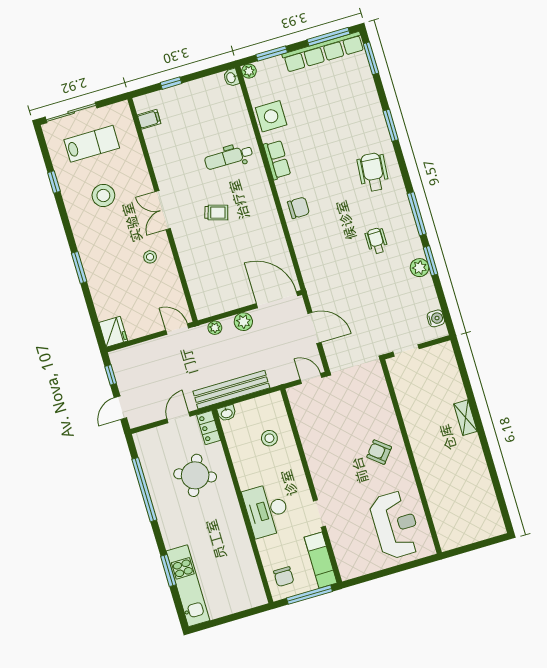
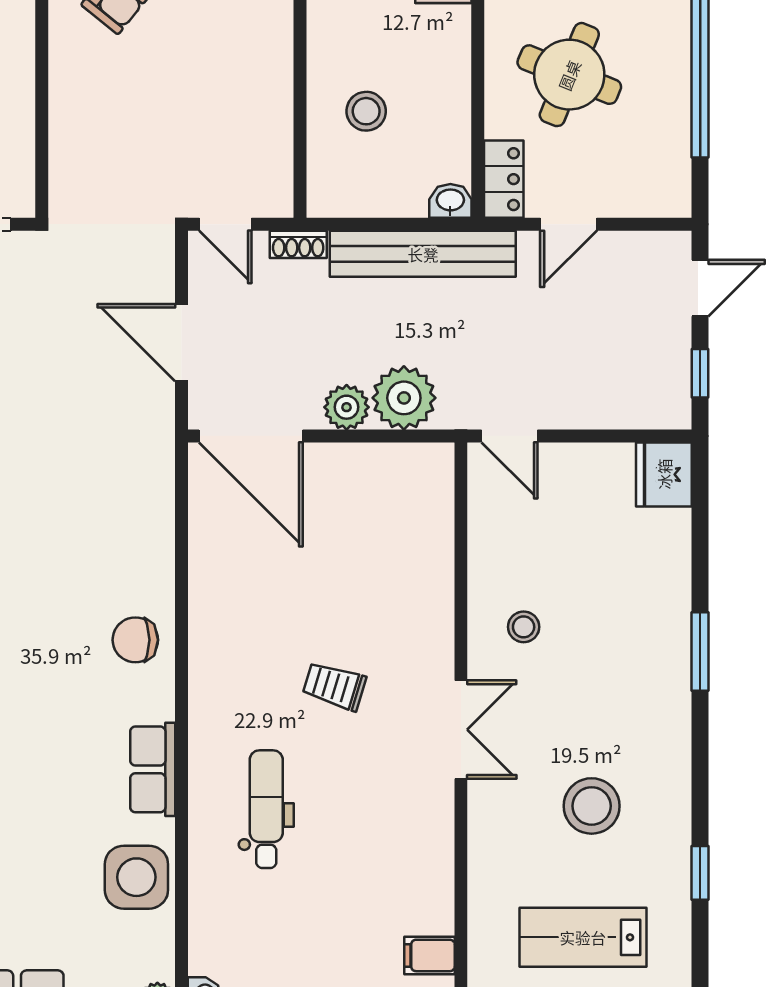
dental chair: (229, 157) -> (266, 809), turned -90
plant: (215, 328) -> (404, 398), width x1.88, depth x1.88
shoe rack: (281, 379) -> (298, 244), added

